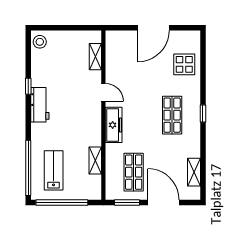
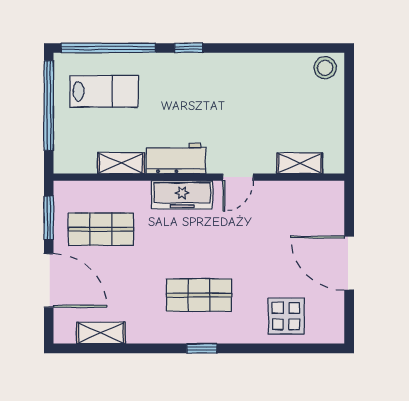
window: (28, 86) -> (189, 48), moved
workbench: (40, 105) -> (176, 158), moved, turned 180
door: (164, 203) -> (49, 280), hinge flipped

